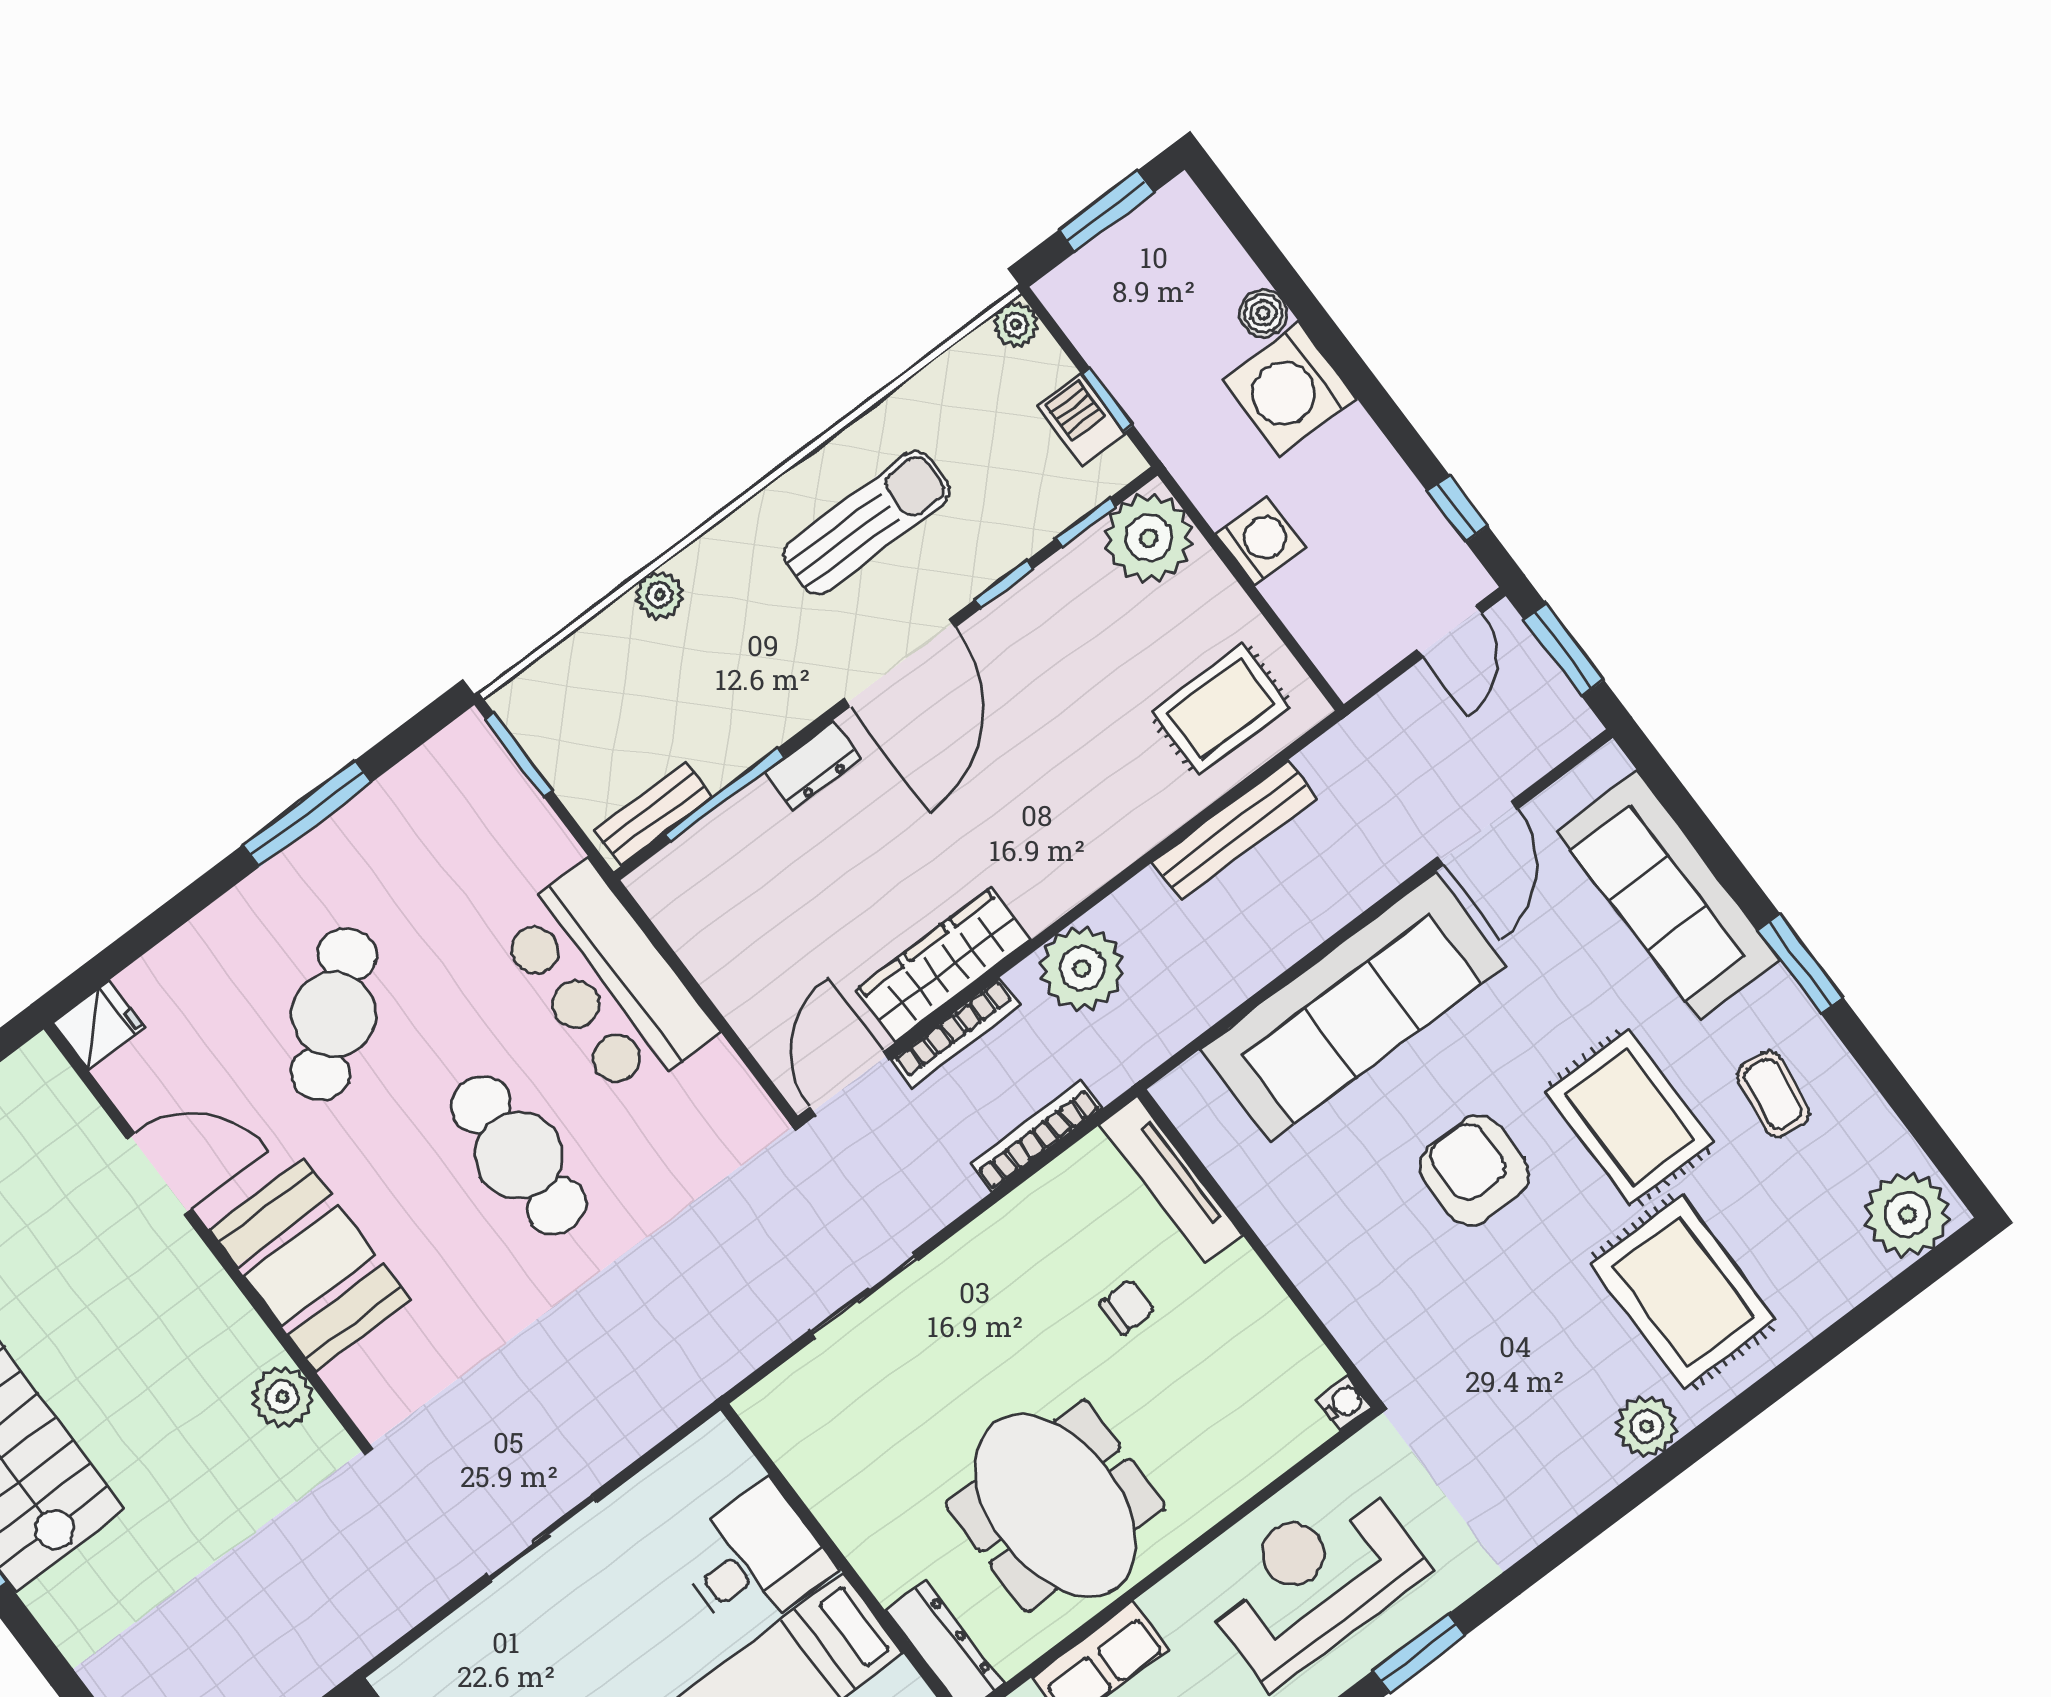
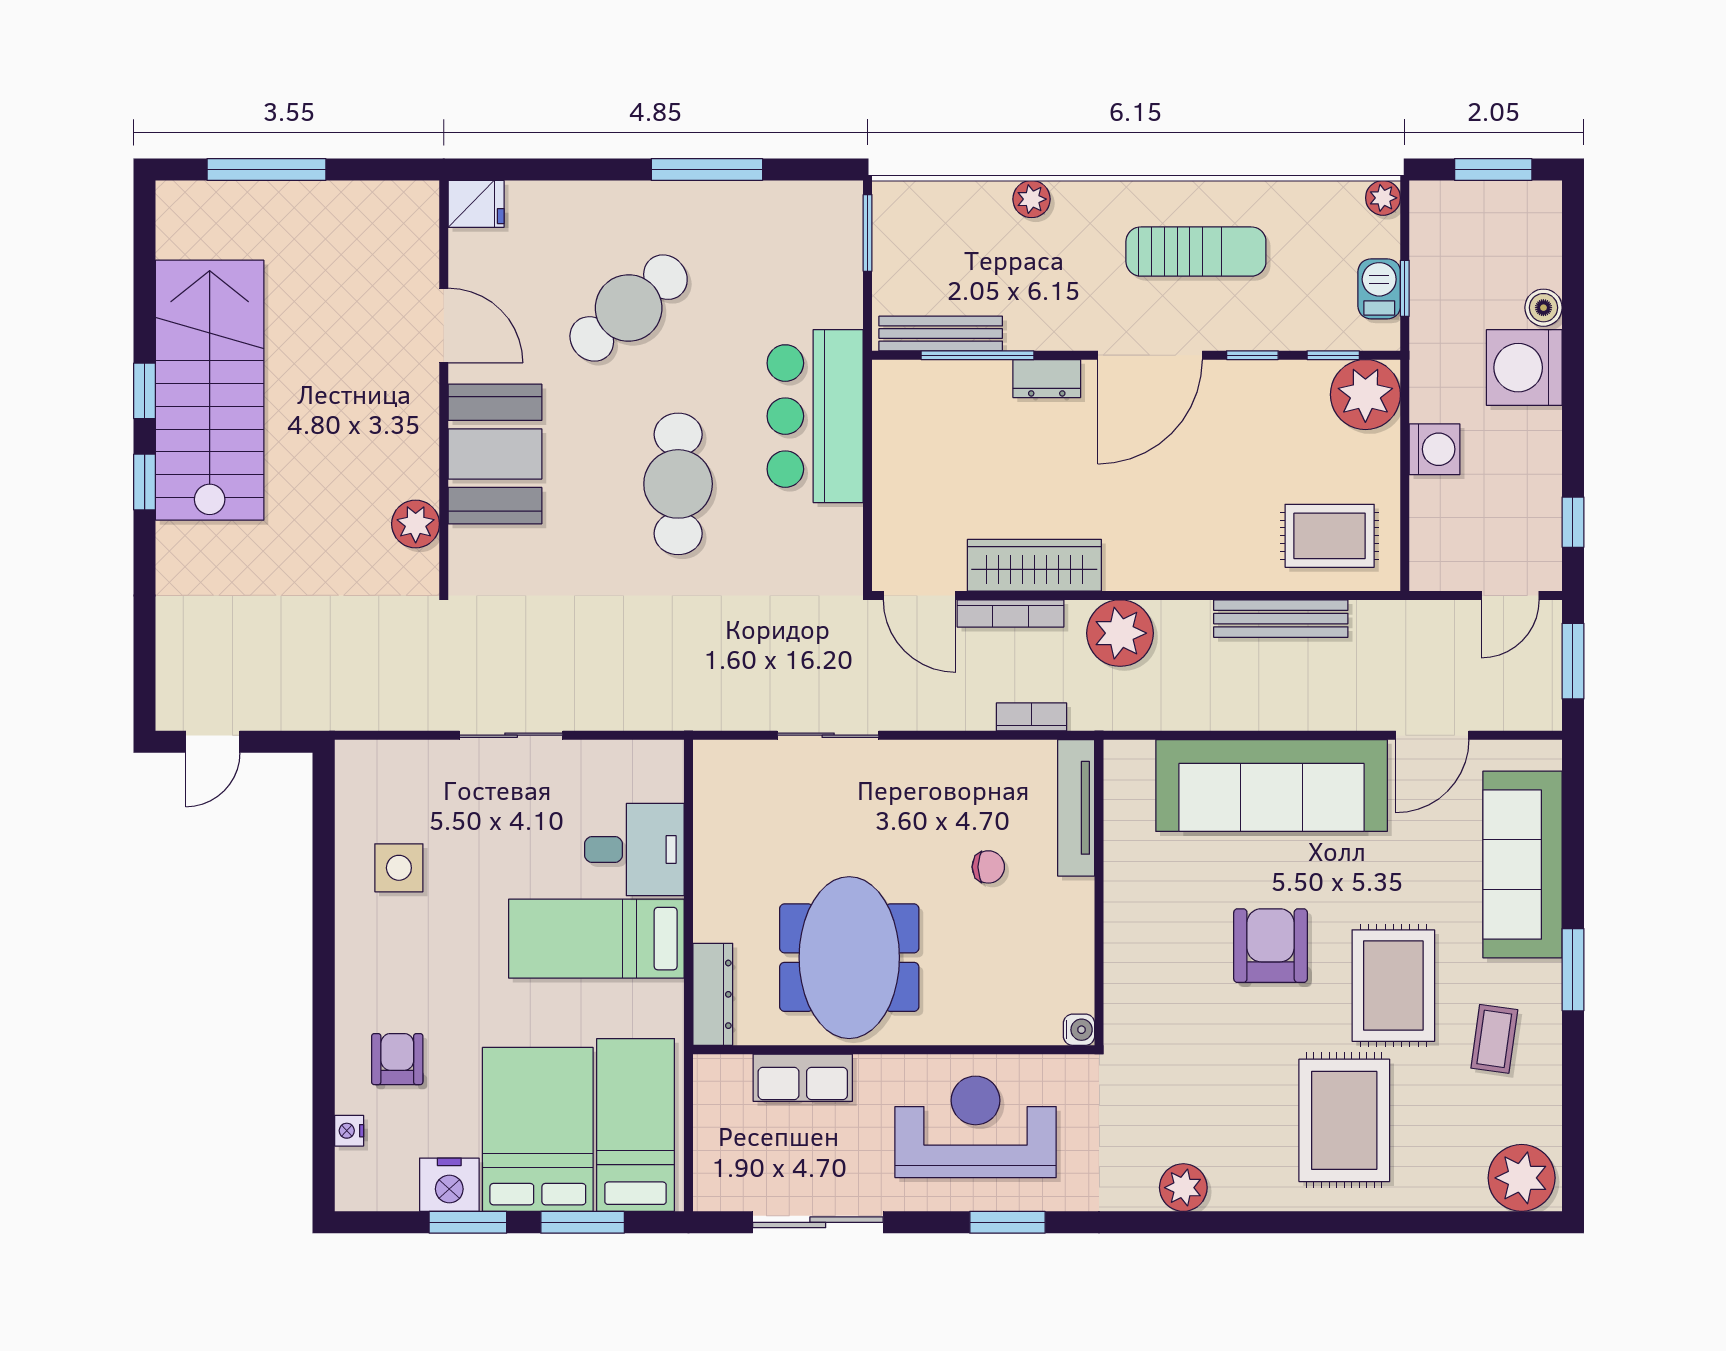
bench: (654, 814) -> (941, 333), width x1.36
door: (849, 1083) -> (920, 595), swing flipped
bookcase: (1036, 1136) -> (1031, 717), width x0.64
plant: (1647, 1426) -> (1183, 1188), moved

